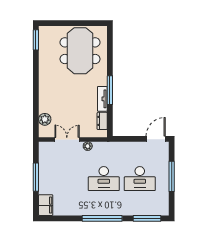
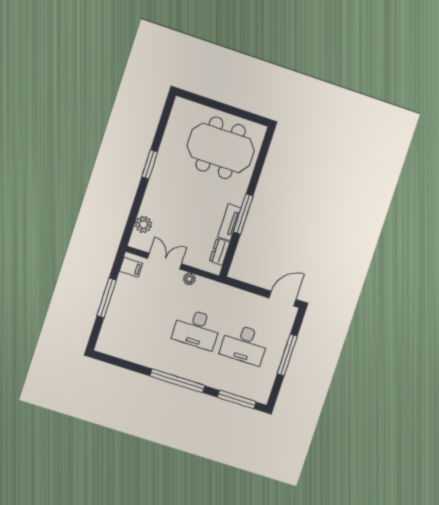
window: (36, 40) -> (150, 164), moved
meeting table: (80, 51) -> (221, 148), turned 90
filing cabinet: (46, 205) -> (131, 267), moved, width x0.50

